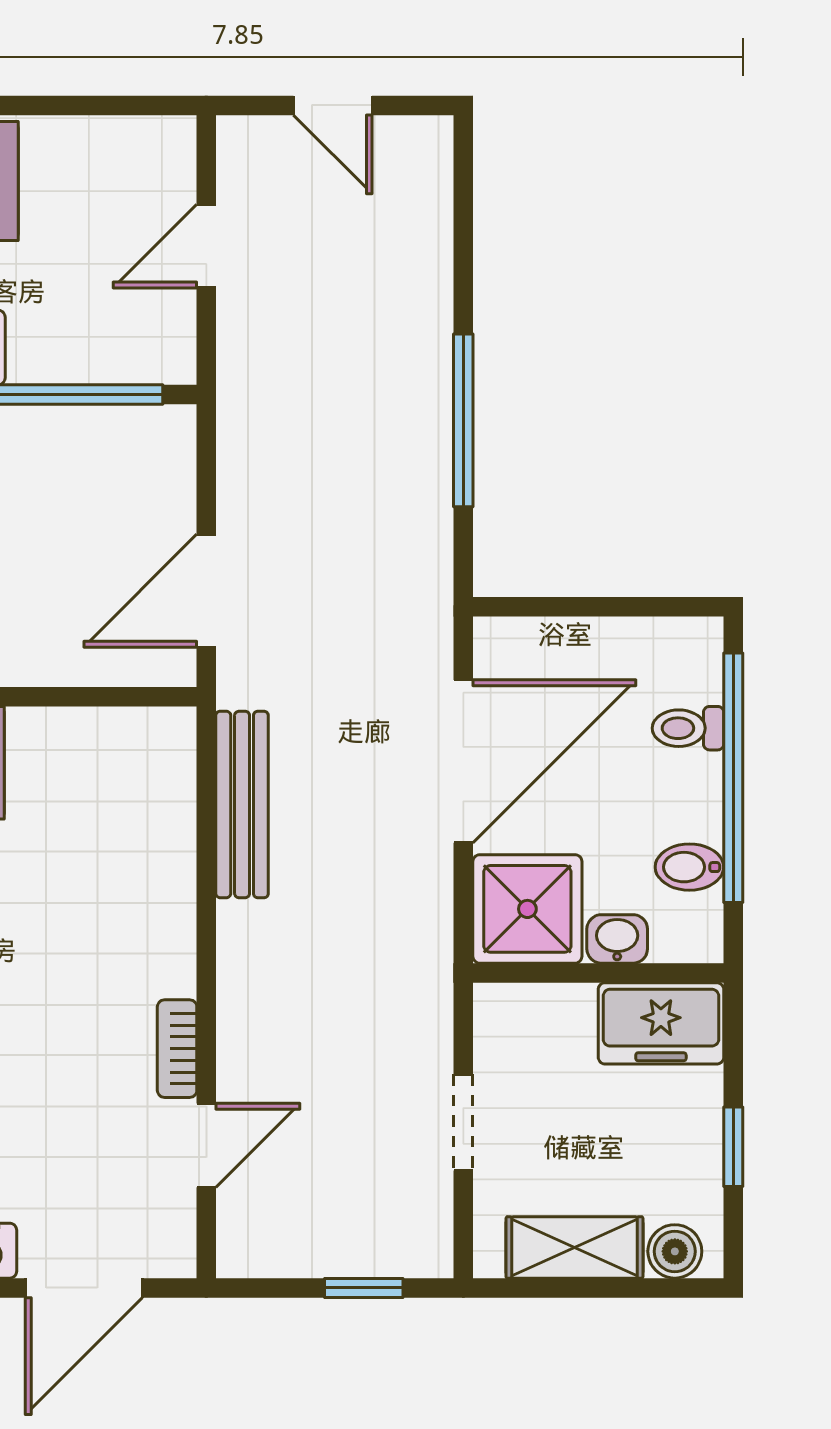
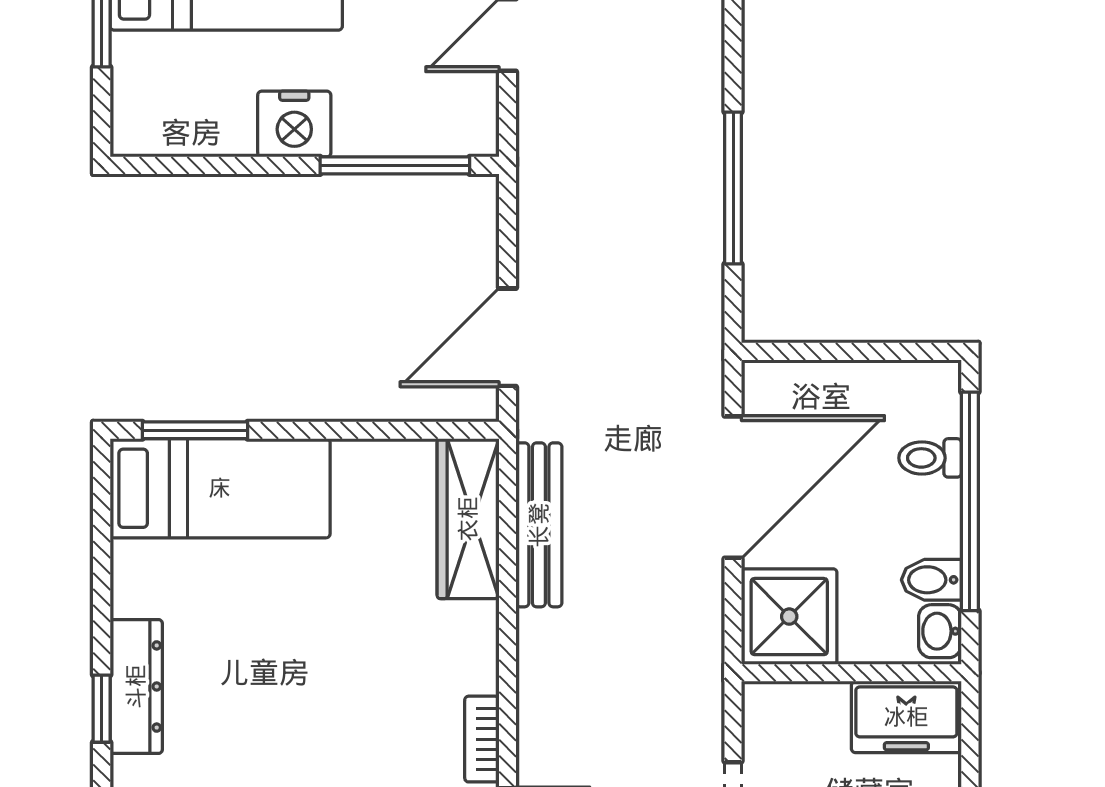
wardrobe: (161, 797) -> (468, 519), added
washbasin: (617, 939) -> (940, 631), moved, turned -90

